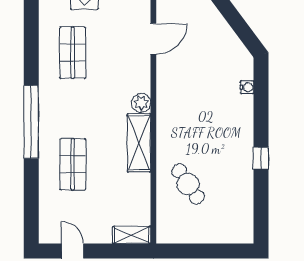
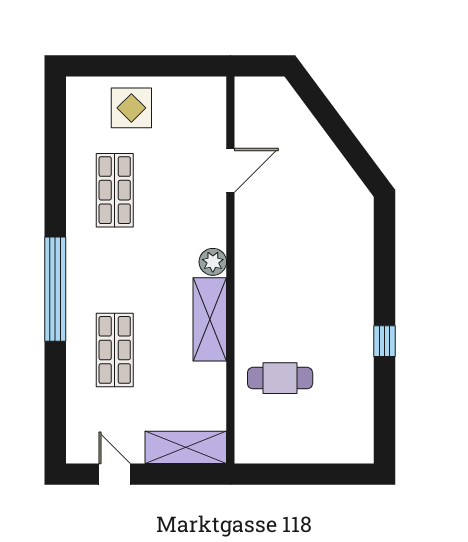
water cooler: (247, 87) -> (364, 240), removed
cafe table: (188, 184) -> (280, 378), turned -56
shelving: (132, 235) -> (186, 447), width x1.50, depth x1.33

